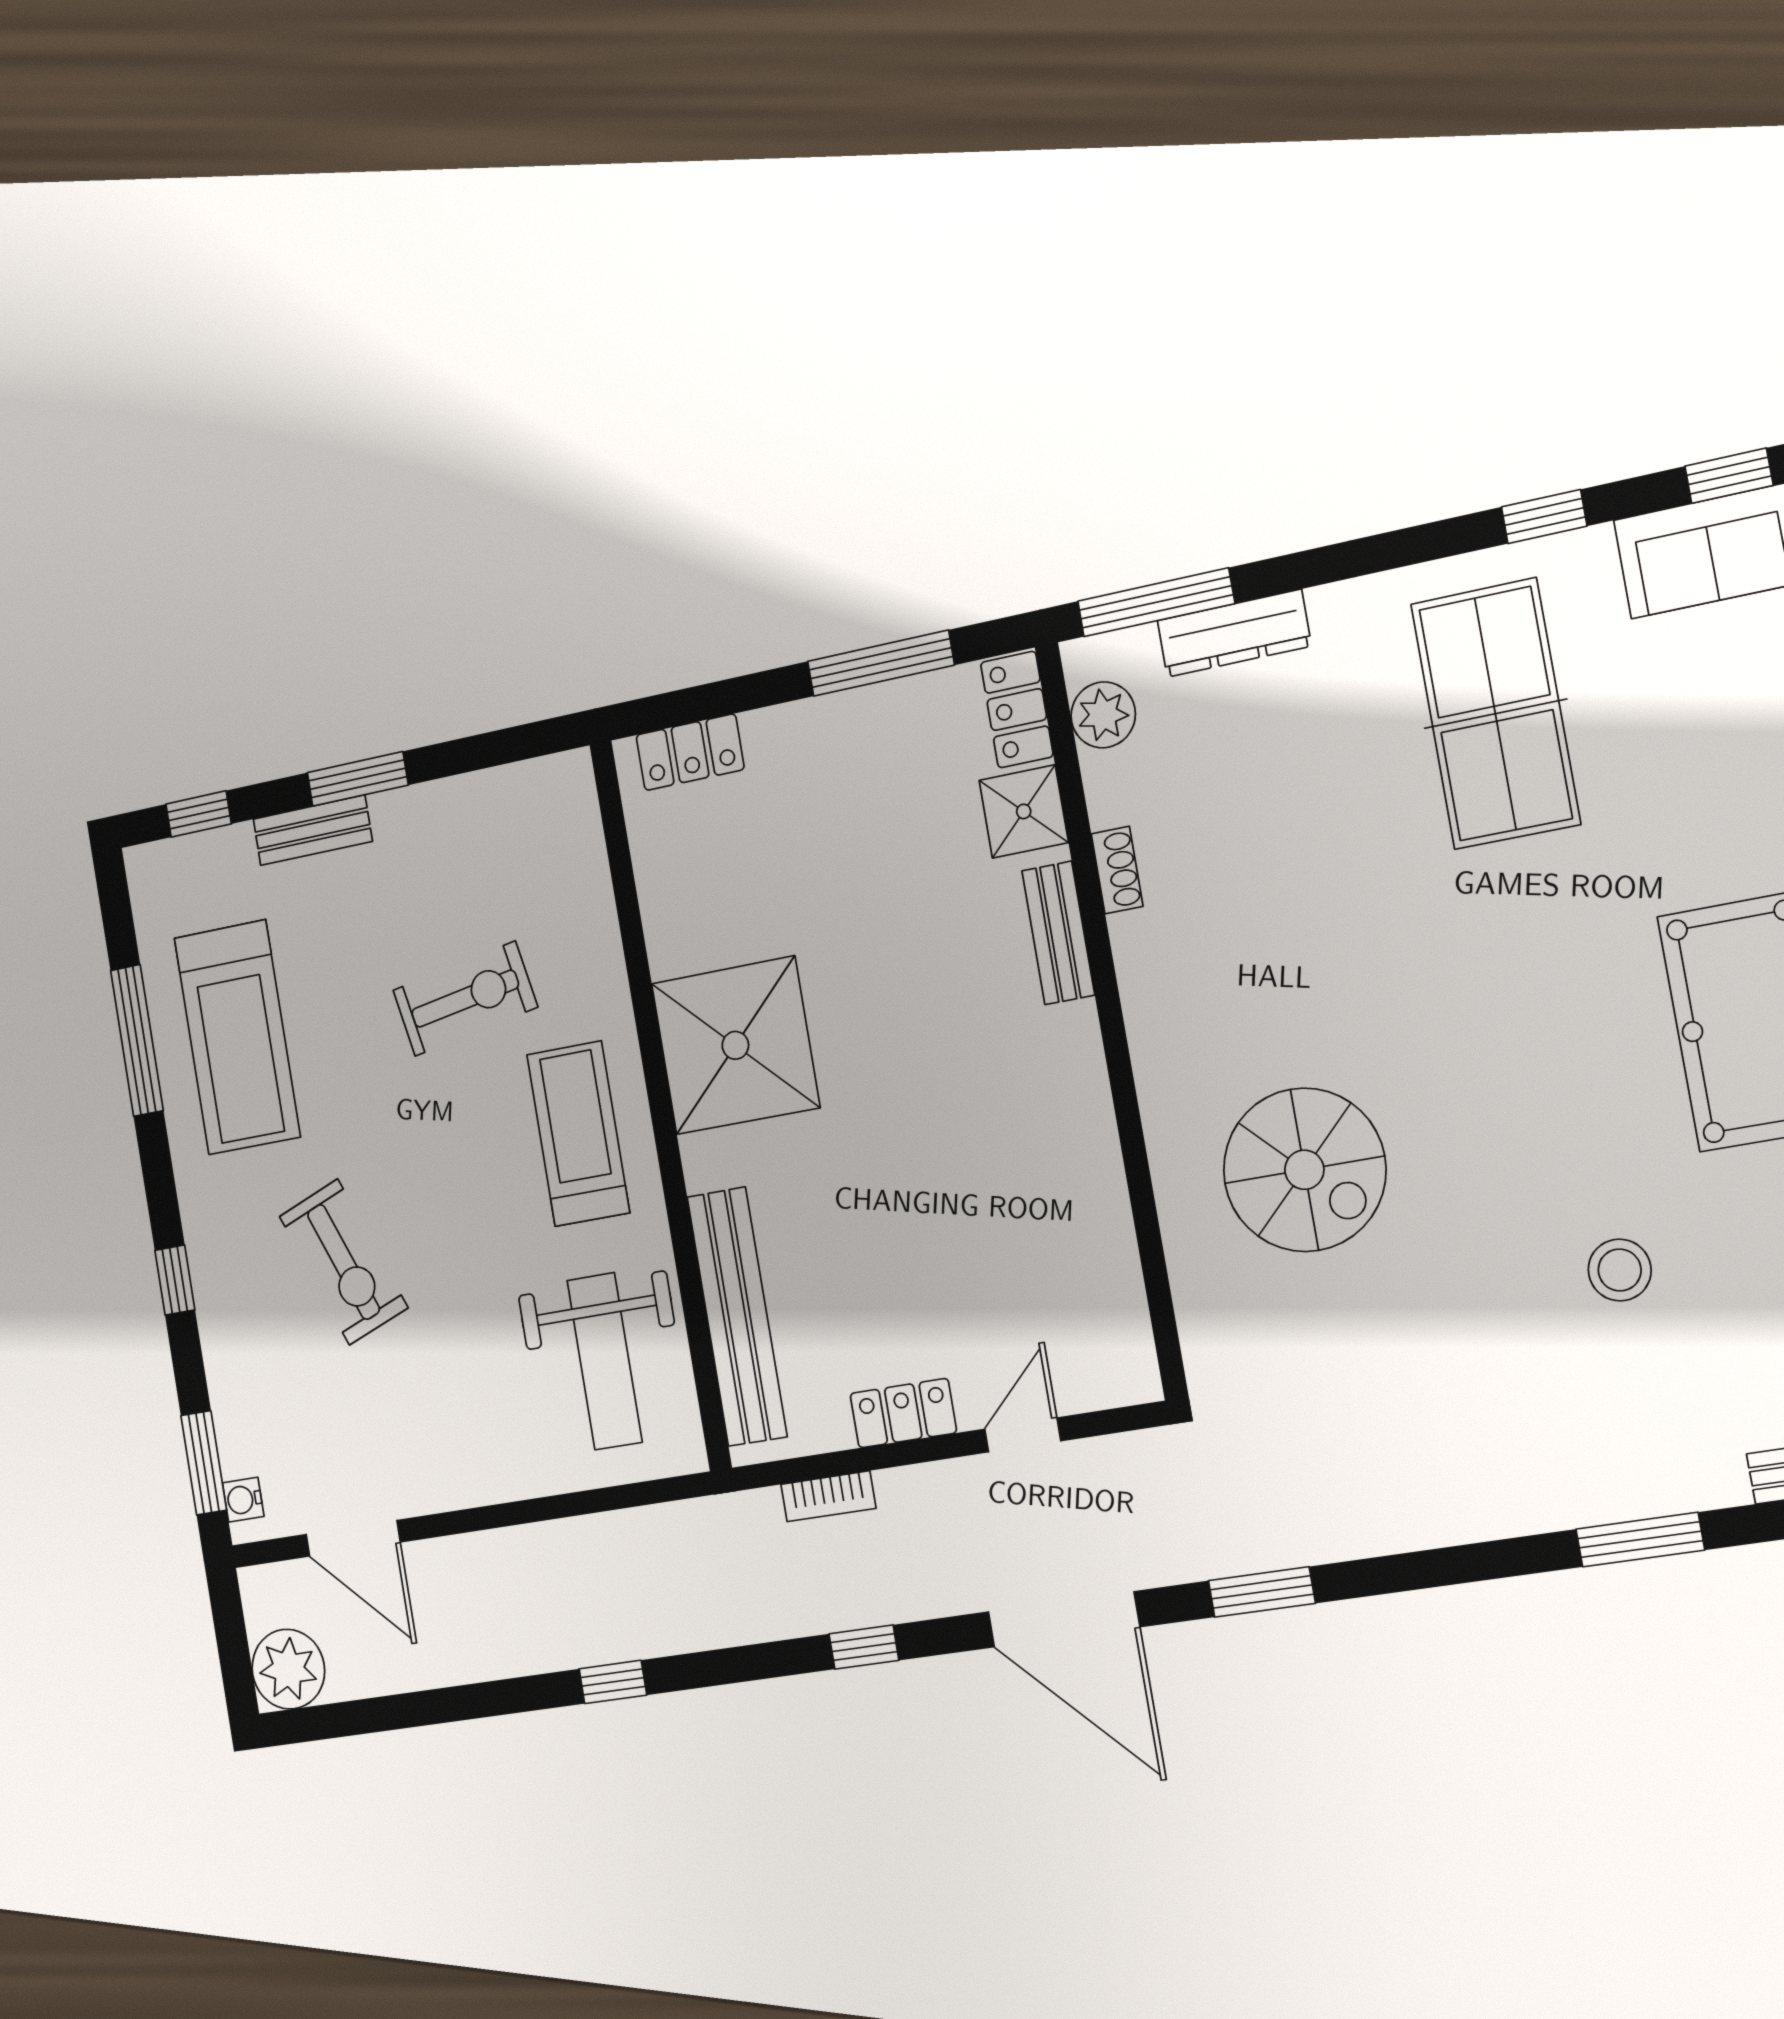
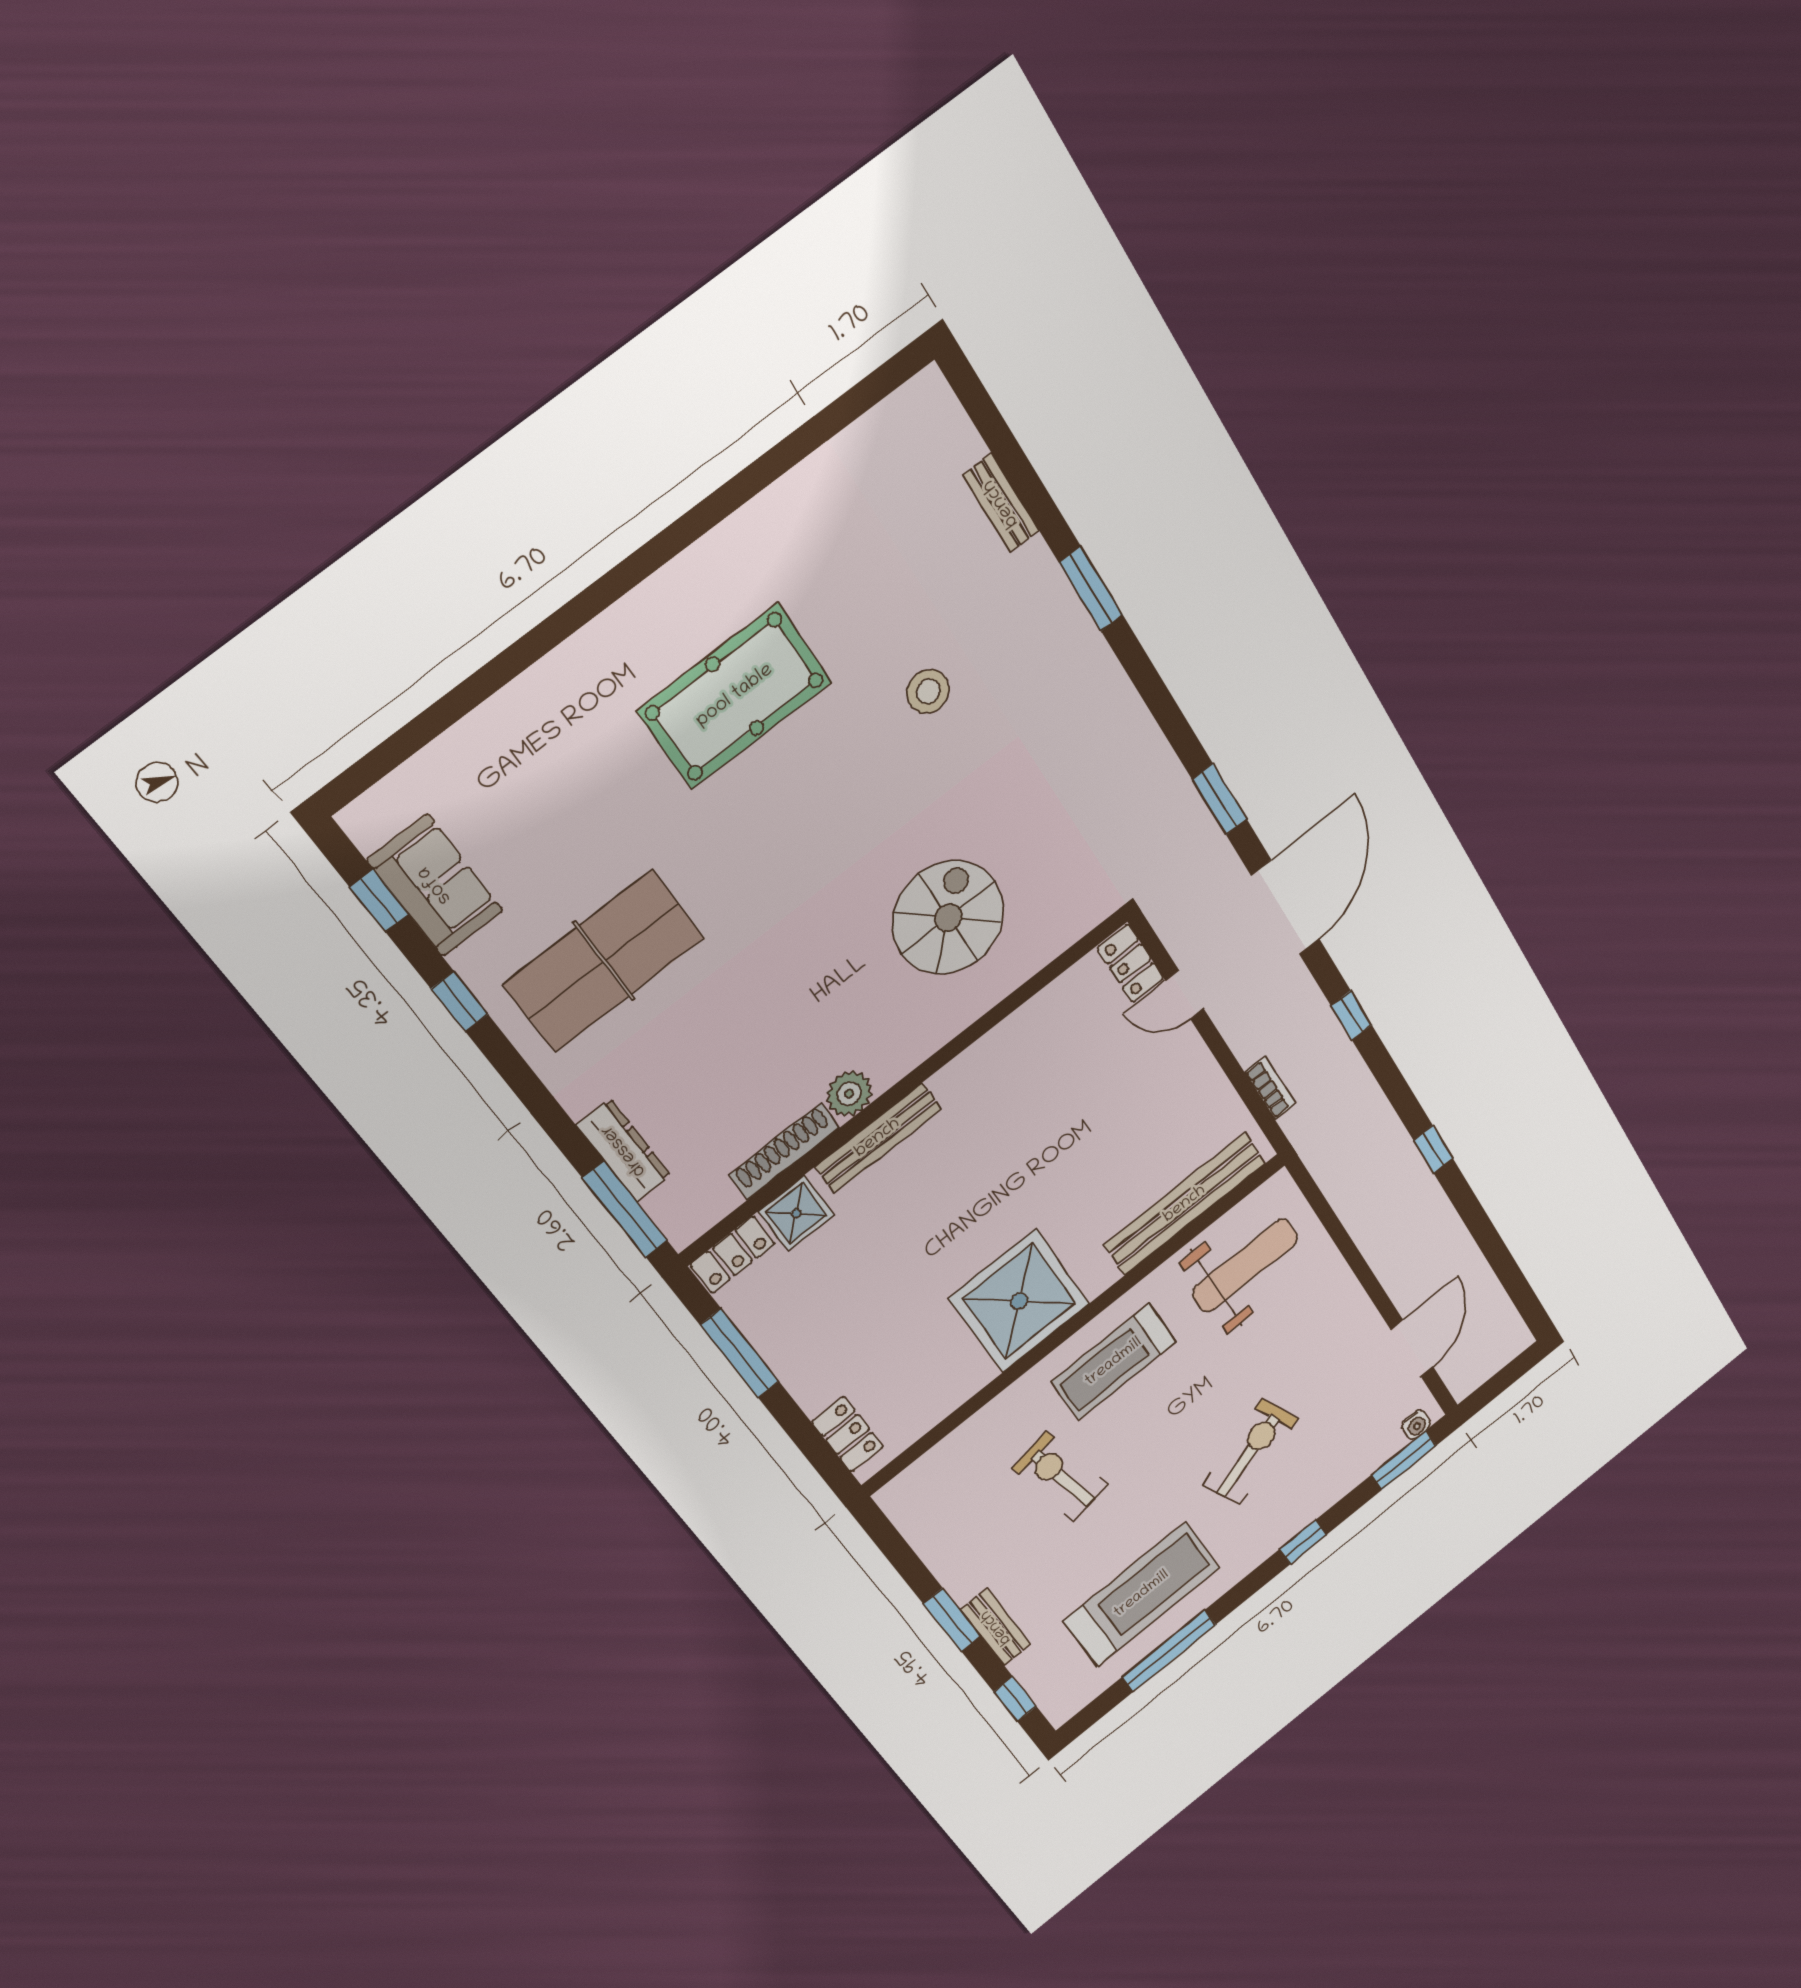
plant: (1103, 715) -> (849, 1094), moved
shoe rack: (1117, 870) -> (784, 1151), width x1.94, depth x1.24
bench: (1058, 933) -> (878, 1138), width x1.36
locker: (903, 1413) -> (1130, 963), moved
plant: (288, 1669) -> (1504, 1340), removed

